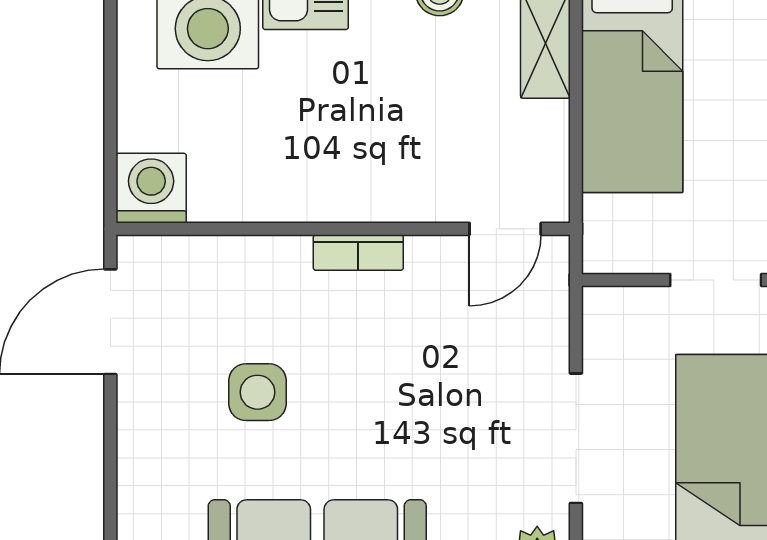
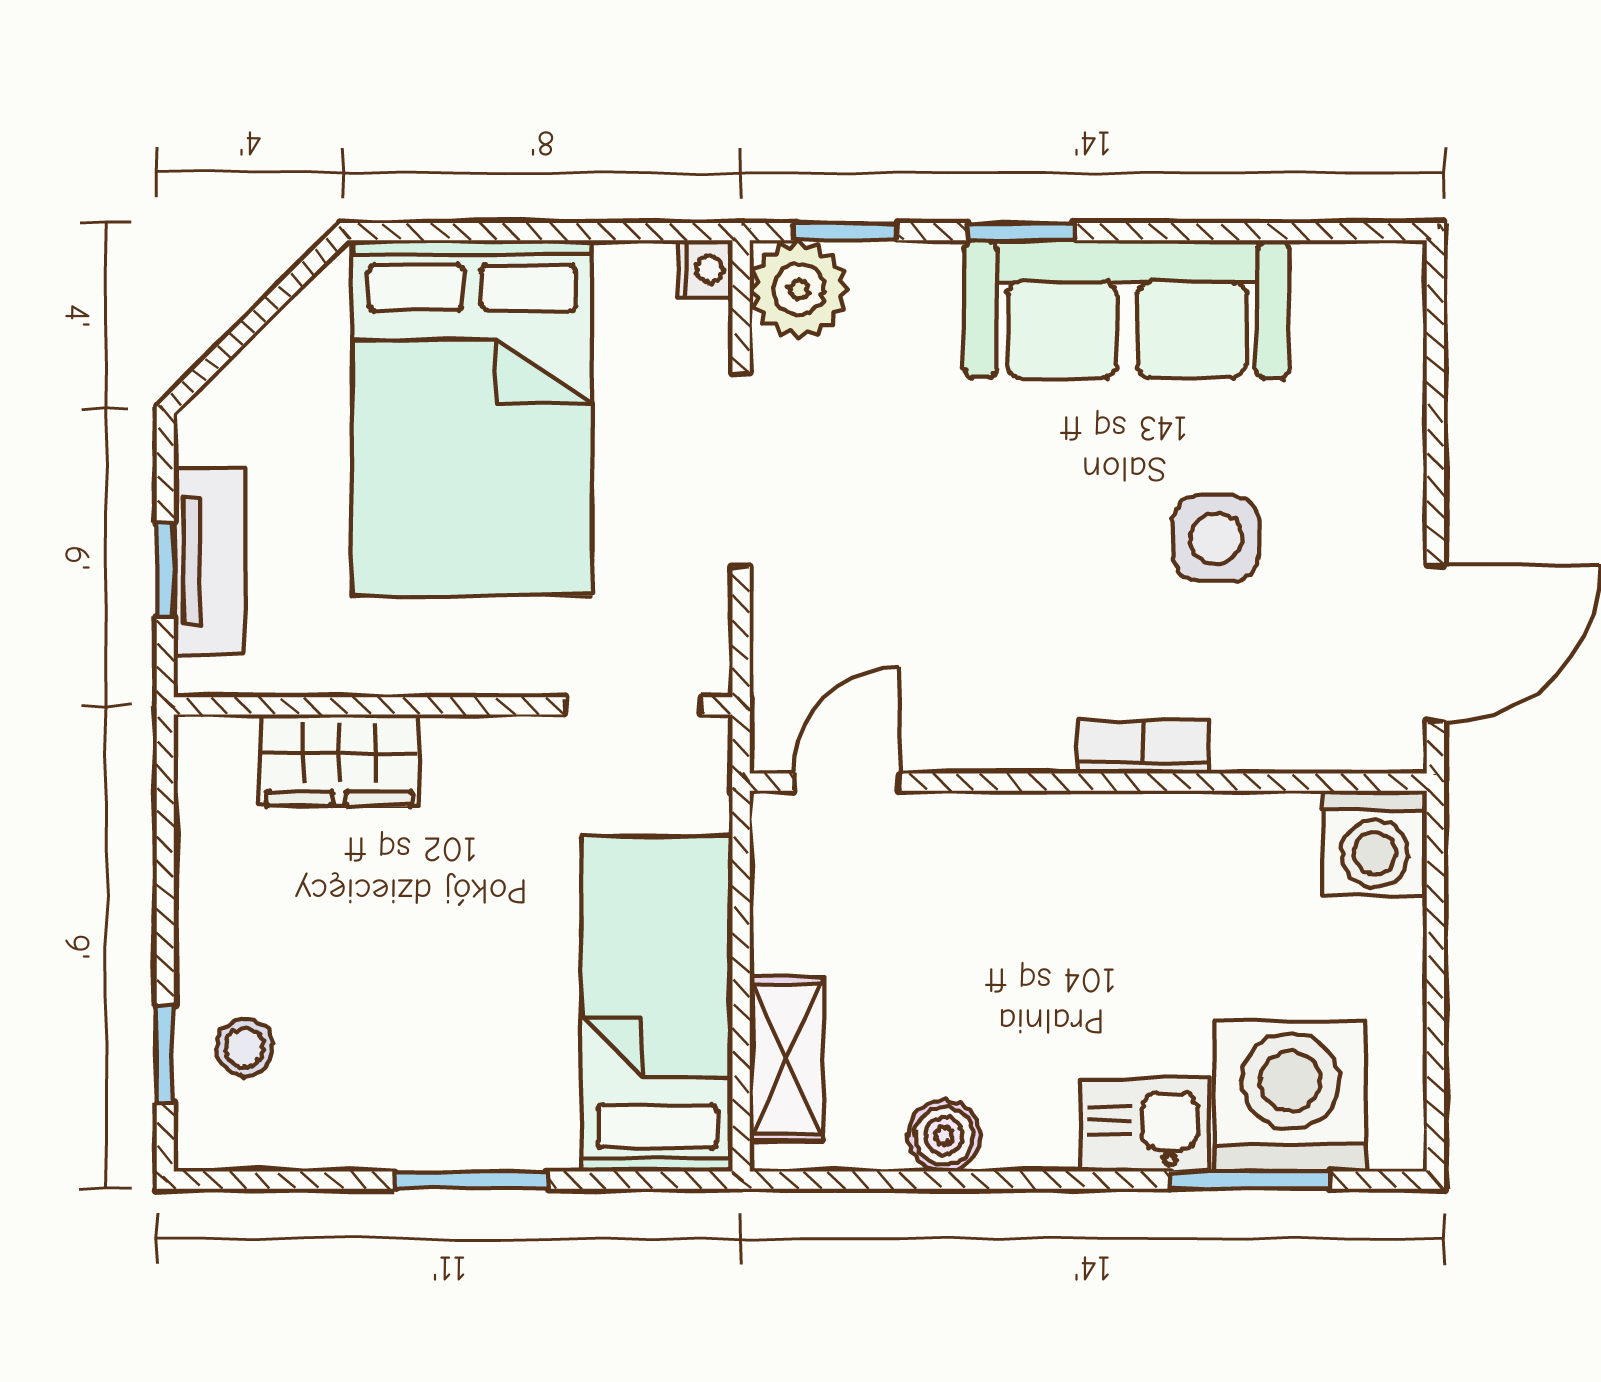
bookcase: (358, 253) -> (1143, 747), moved
doorway: (716, 280) -> (634, 706), moved

